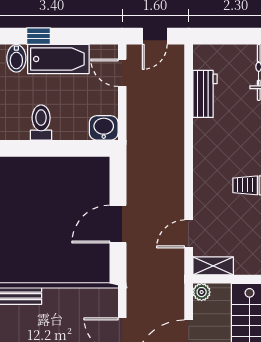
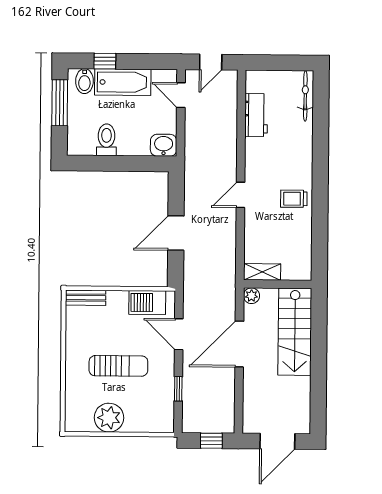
door: (189, 234) -> (241, 195), moved
barbecue: (87, 301) -> (147, 303), added

